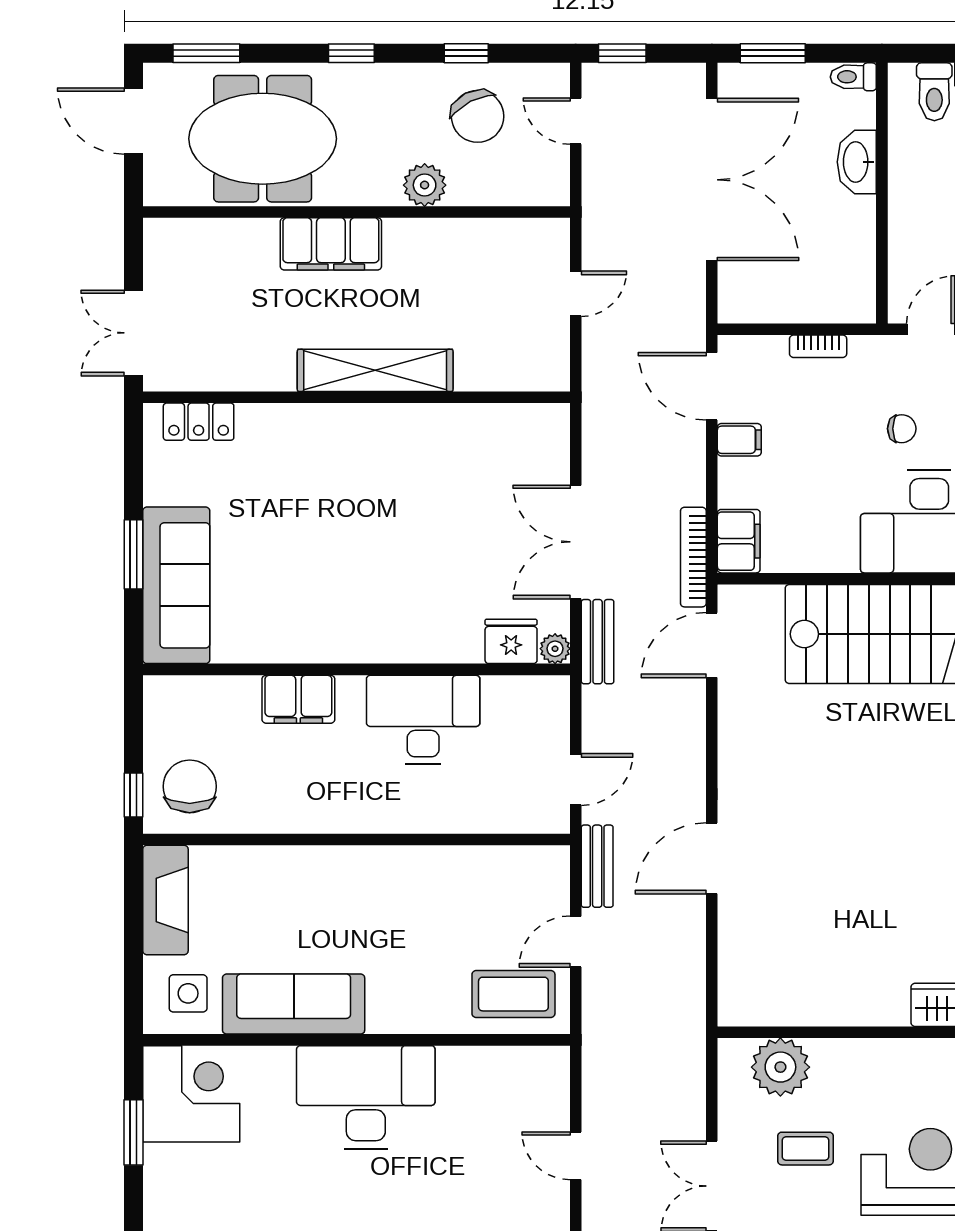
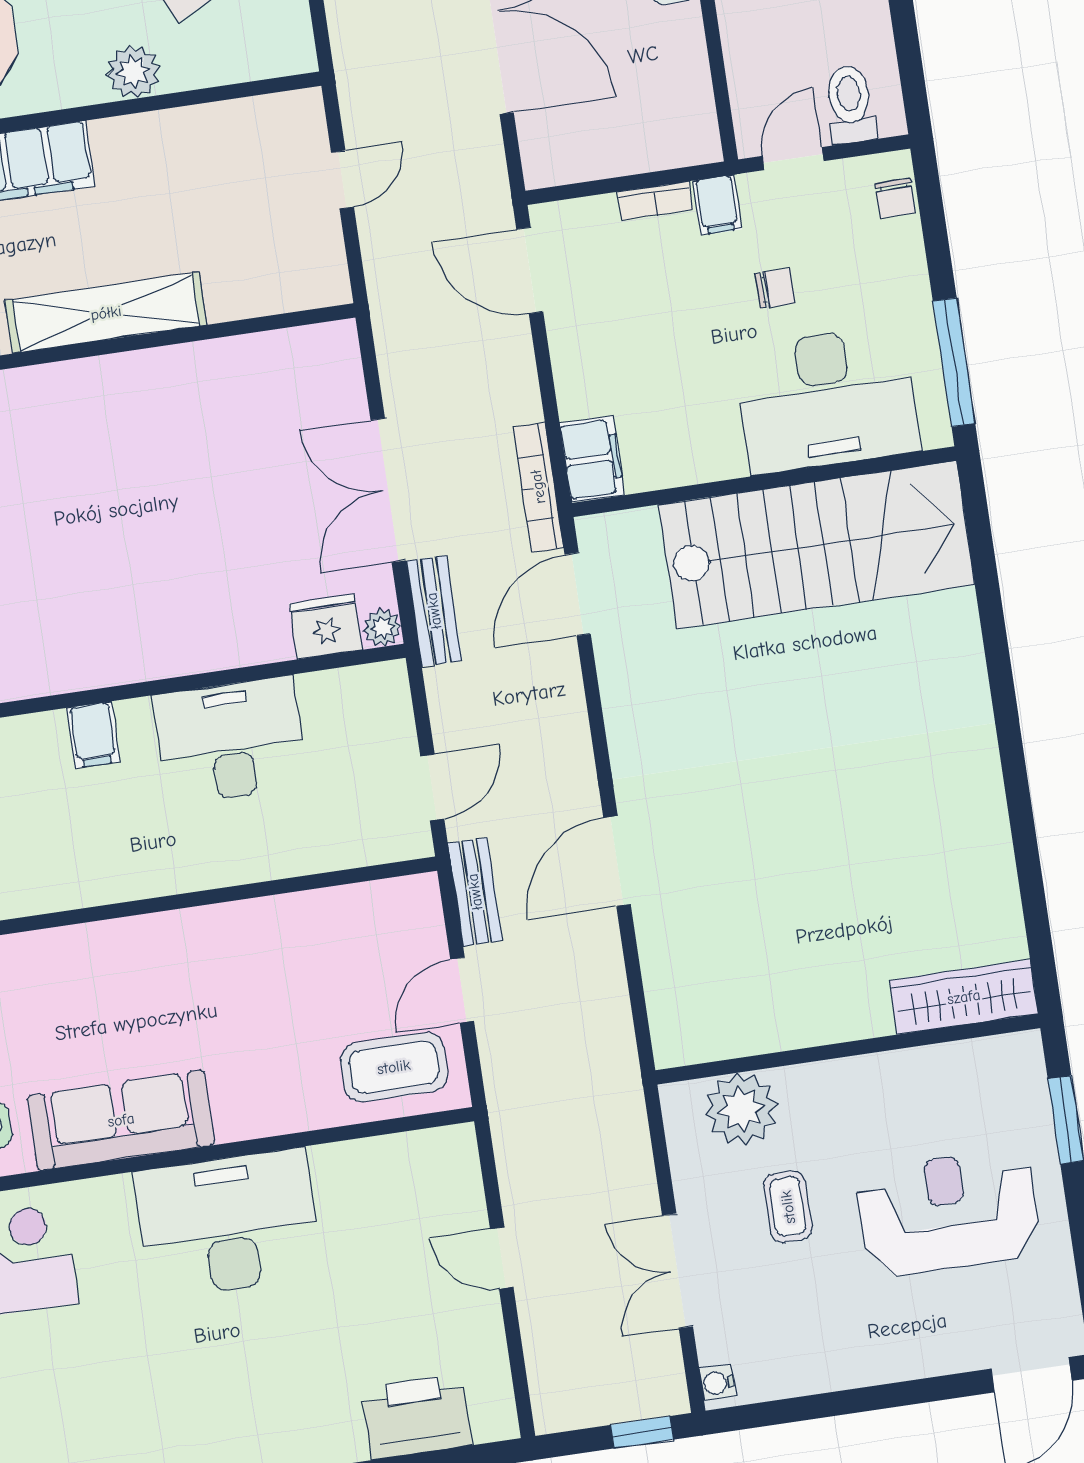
filing cabinet: (739, 440) -> (717, 205), moved, turned 90
filing cabinet: (298, 699) -> (93, 735), width x0.50
coffee table: (805, 1149) -> (788, 1207), turned 90

